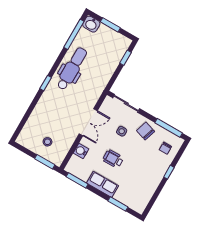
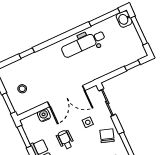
window: (110, 25) -> (139, 30), width x1.44
dental chair: (72, 69) -> (83, 44), turned 180
window: (46, 83) -> (27, 53), moved
double door: (88, 122) -> (66, 96), width x1.37

